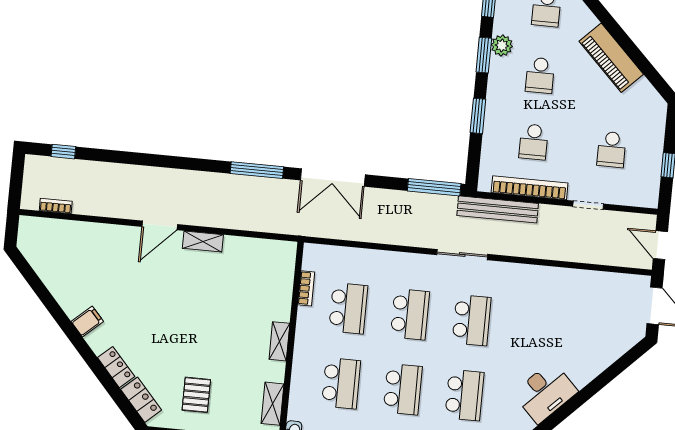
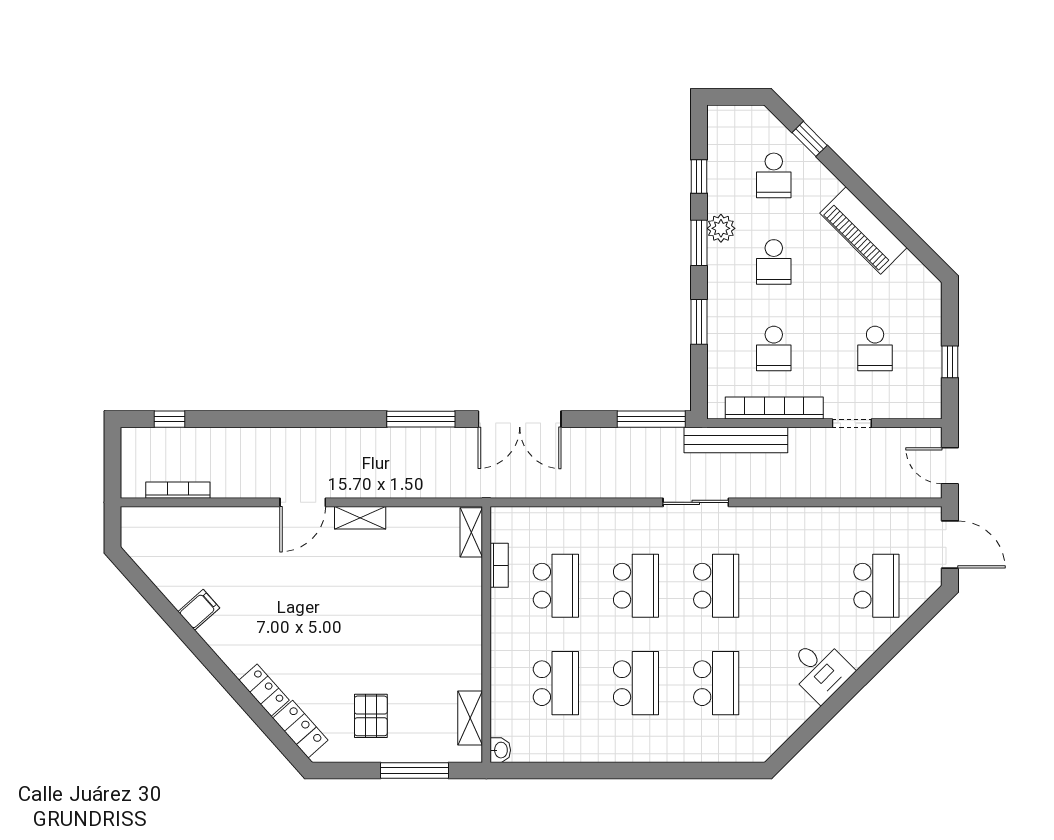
bookcase: (56, 206) -> (178, 490), width x1.56
filing cabinet: (87, 322) -> (199, 610), moved
school desk: (595, 332) -> (876, 586), added
shelving: (279, 341) -> (471, 532), moved
desk: (545, 392) -> (820, 669), width x0.73

